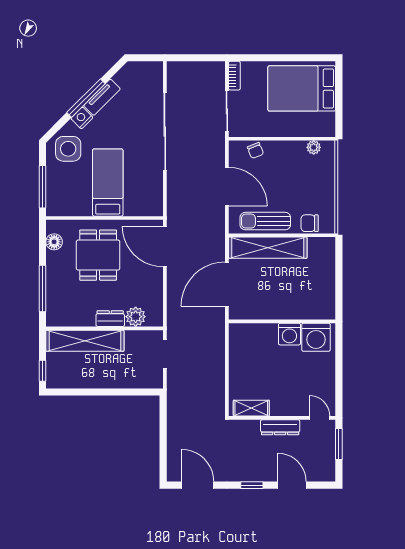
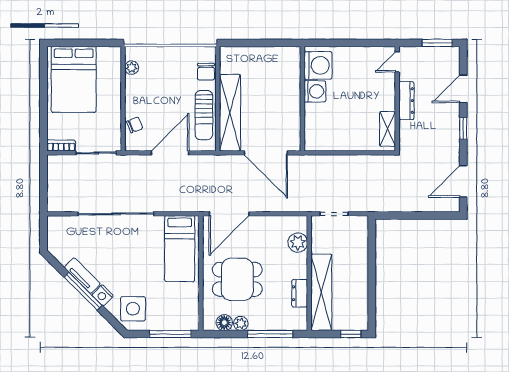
bed: (108, 183) -> (180, 249), moved, turned -90
plant: (53, 259) -> (241, 323), added
dresser: (110, 319) -> (300, 293), moved
window: (339, 444) -> (437, 43), moved

